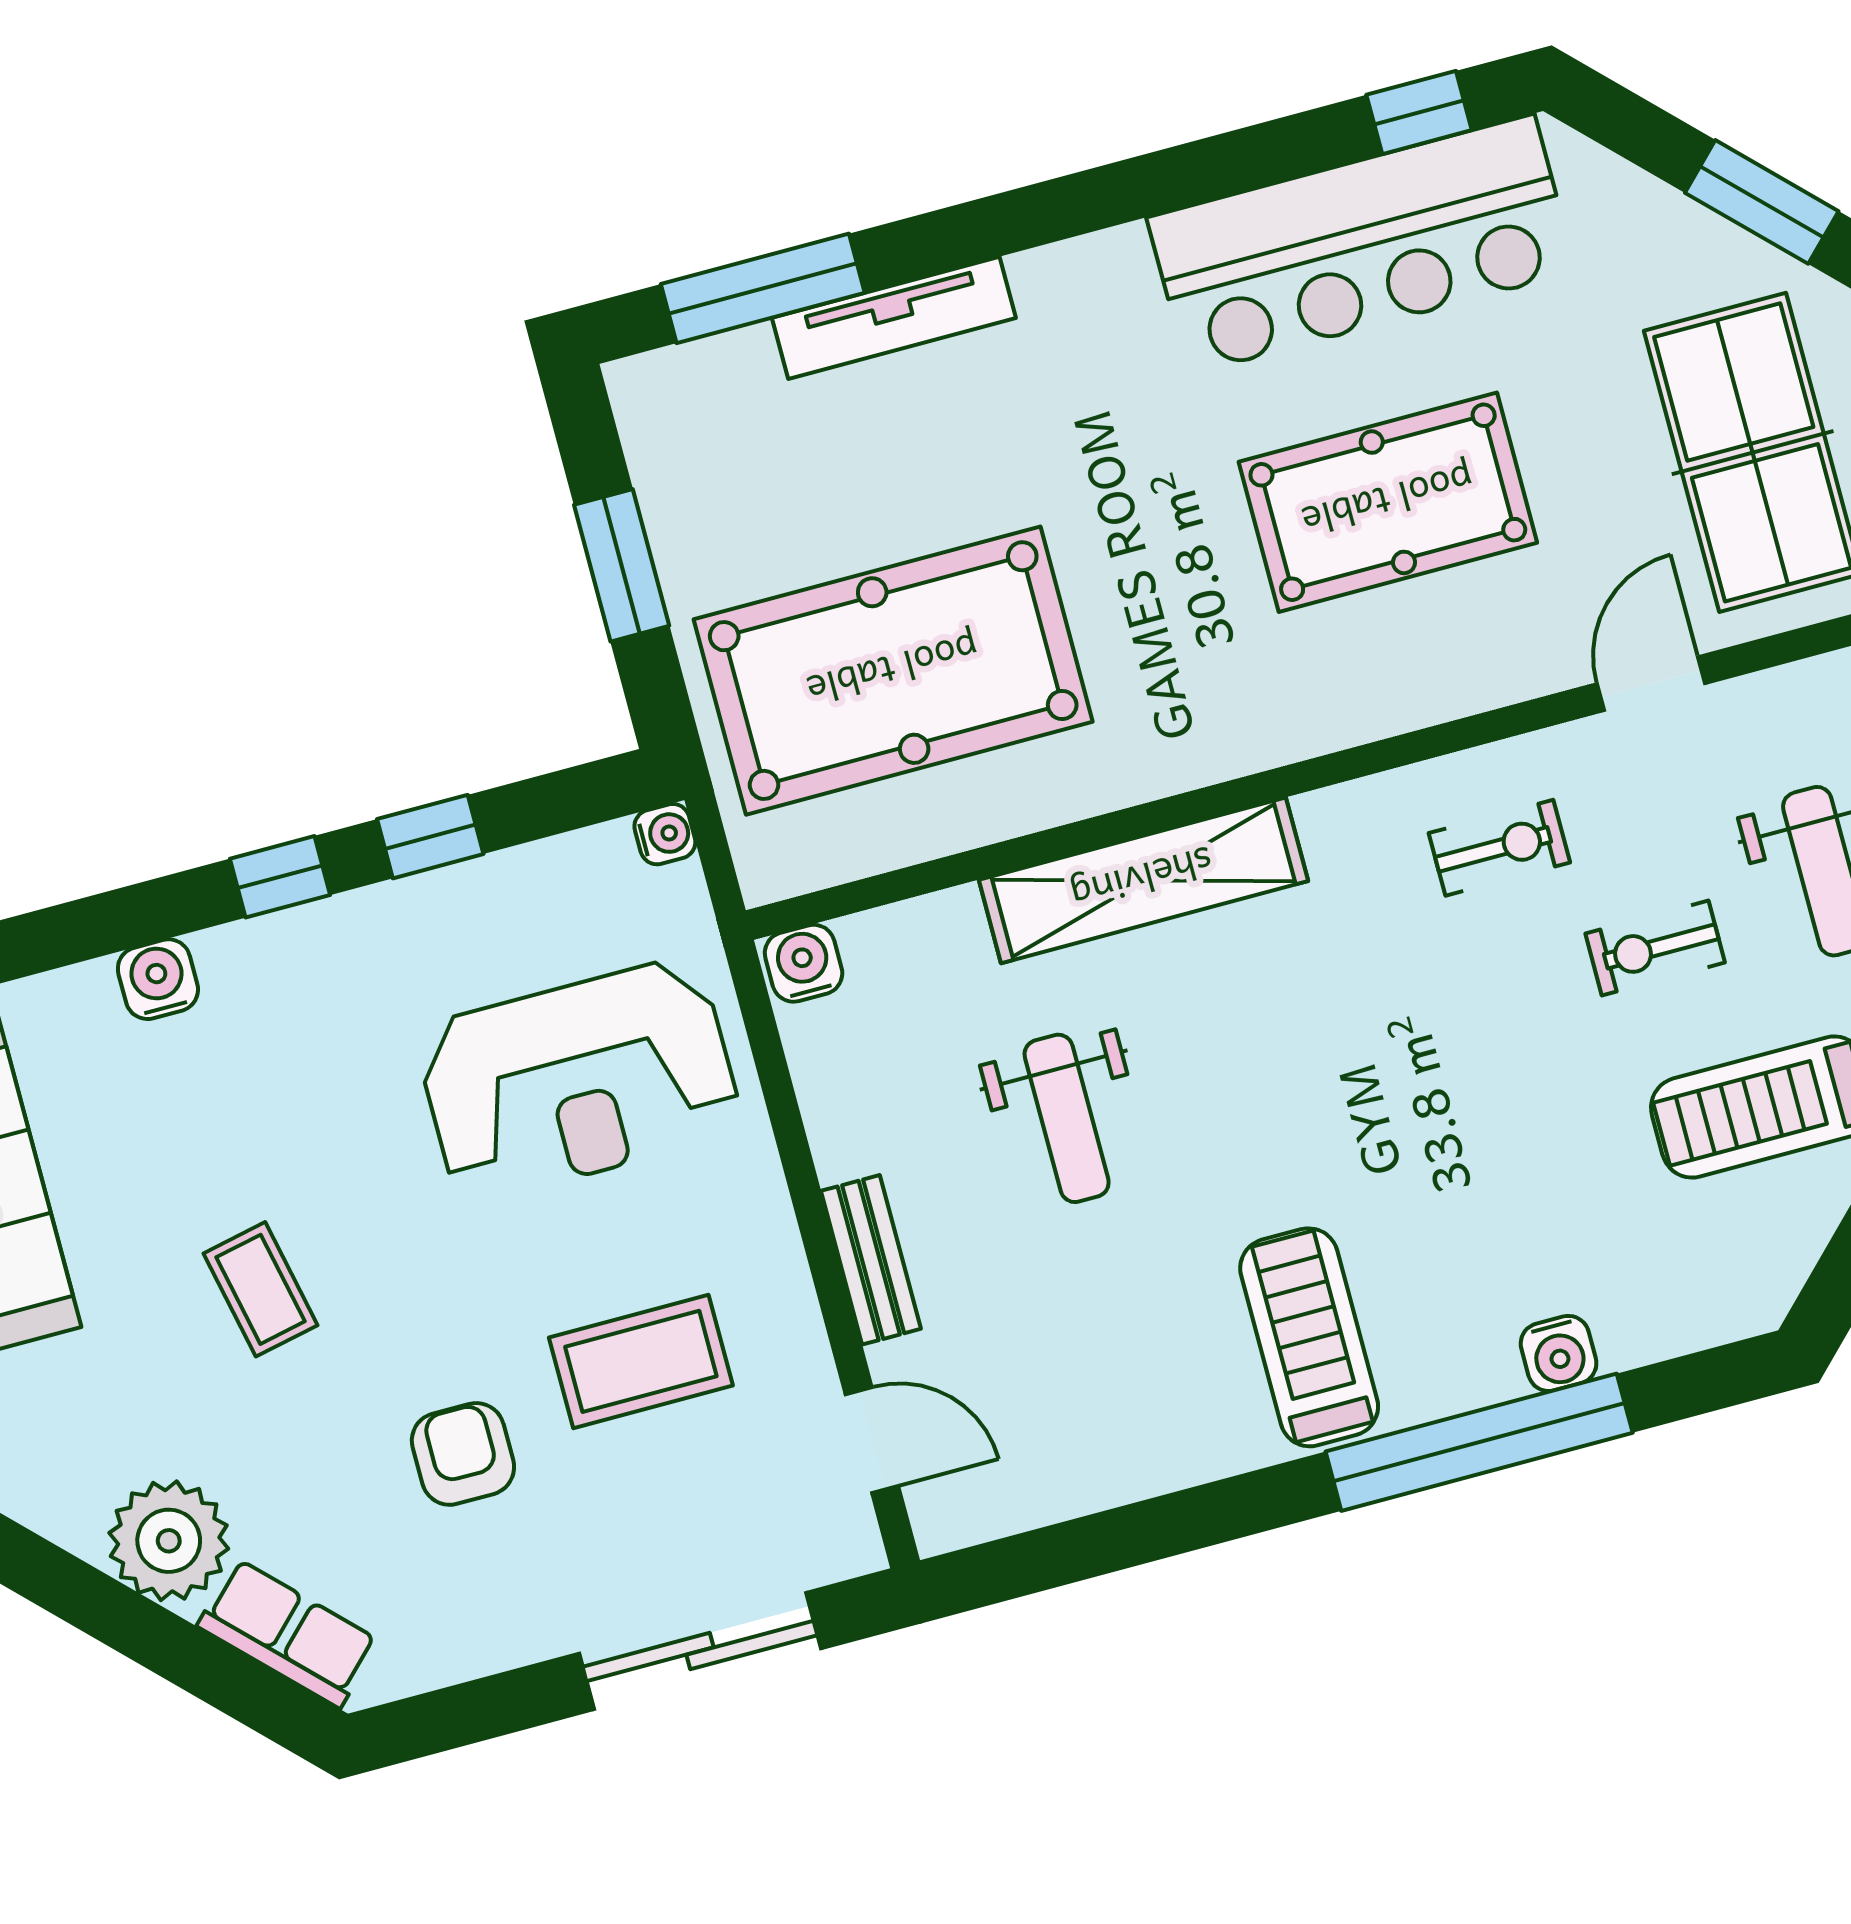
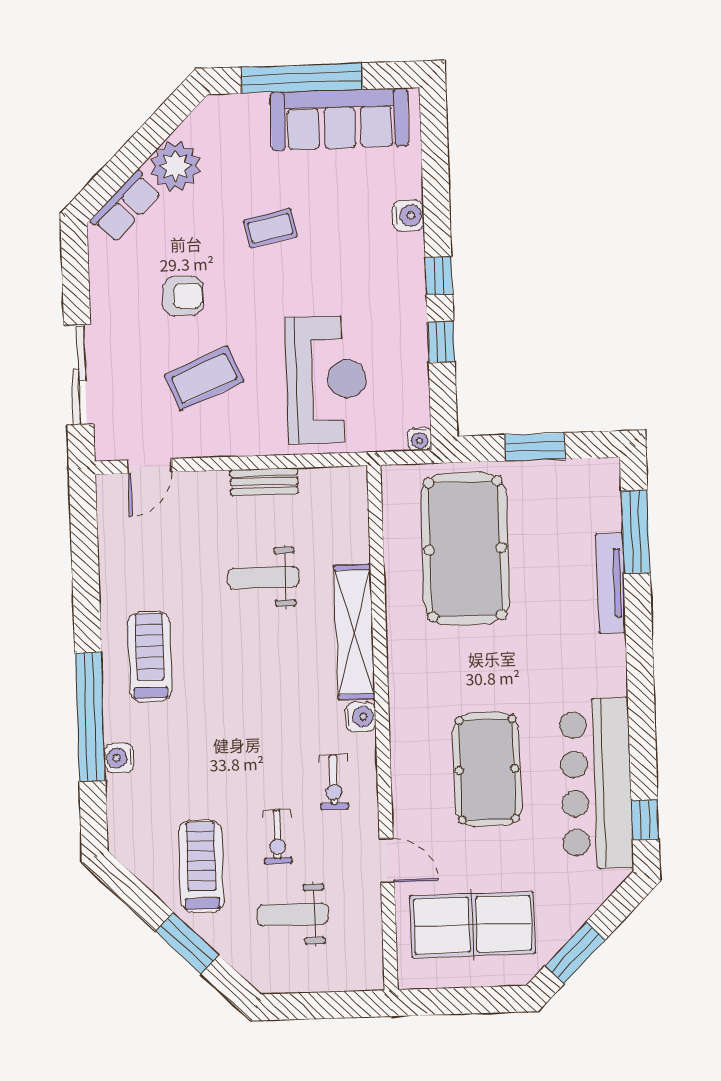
exercise bike: (1655, 948) -> (277, 837), turned 180
water cooler: (804, 963) -> (361, 717), moved
reception desk: (579, 1080) -> (326, 380), turned 180
bench: (871, 1260) -> (264, 482), moved
treadmill: (1309, 1337) -> (150, 657), turned -90
coffee table: (641, 1361) -> (204, 378), turned 67

